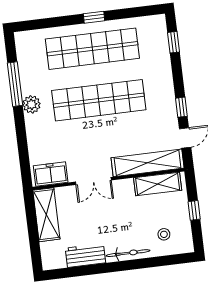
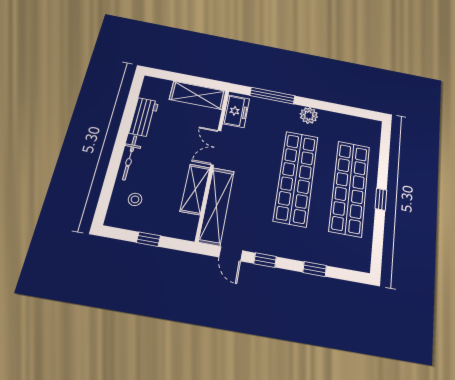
window: (173, 42) -> (315, 269), moved
window: (15, 84) -> (272, 96), moved
shelving: (158, 184) -> (195, 189), moved

